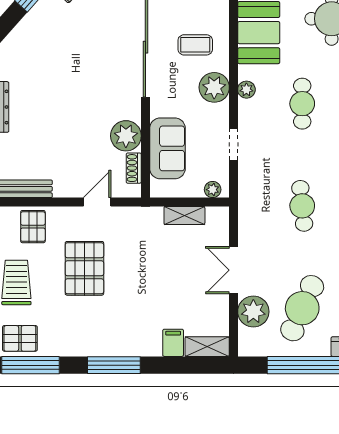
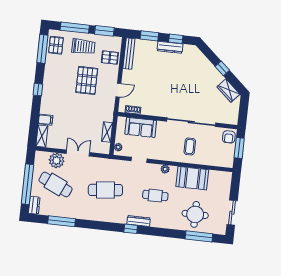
plant: (214, 87) -> (168, 153), removed
plant: (126, 136) -> (149, 108), removed
door: (97, 202) -> (118, 90), hinge flipped
cafe table: (302, 206) -> (105, 190), width x1.37, depth x1.35
pallet: (84, 268) -> (87, 80), turned 90
window: (114, 365) -> (38, 90), width x0.46

